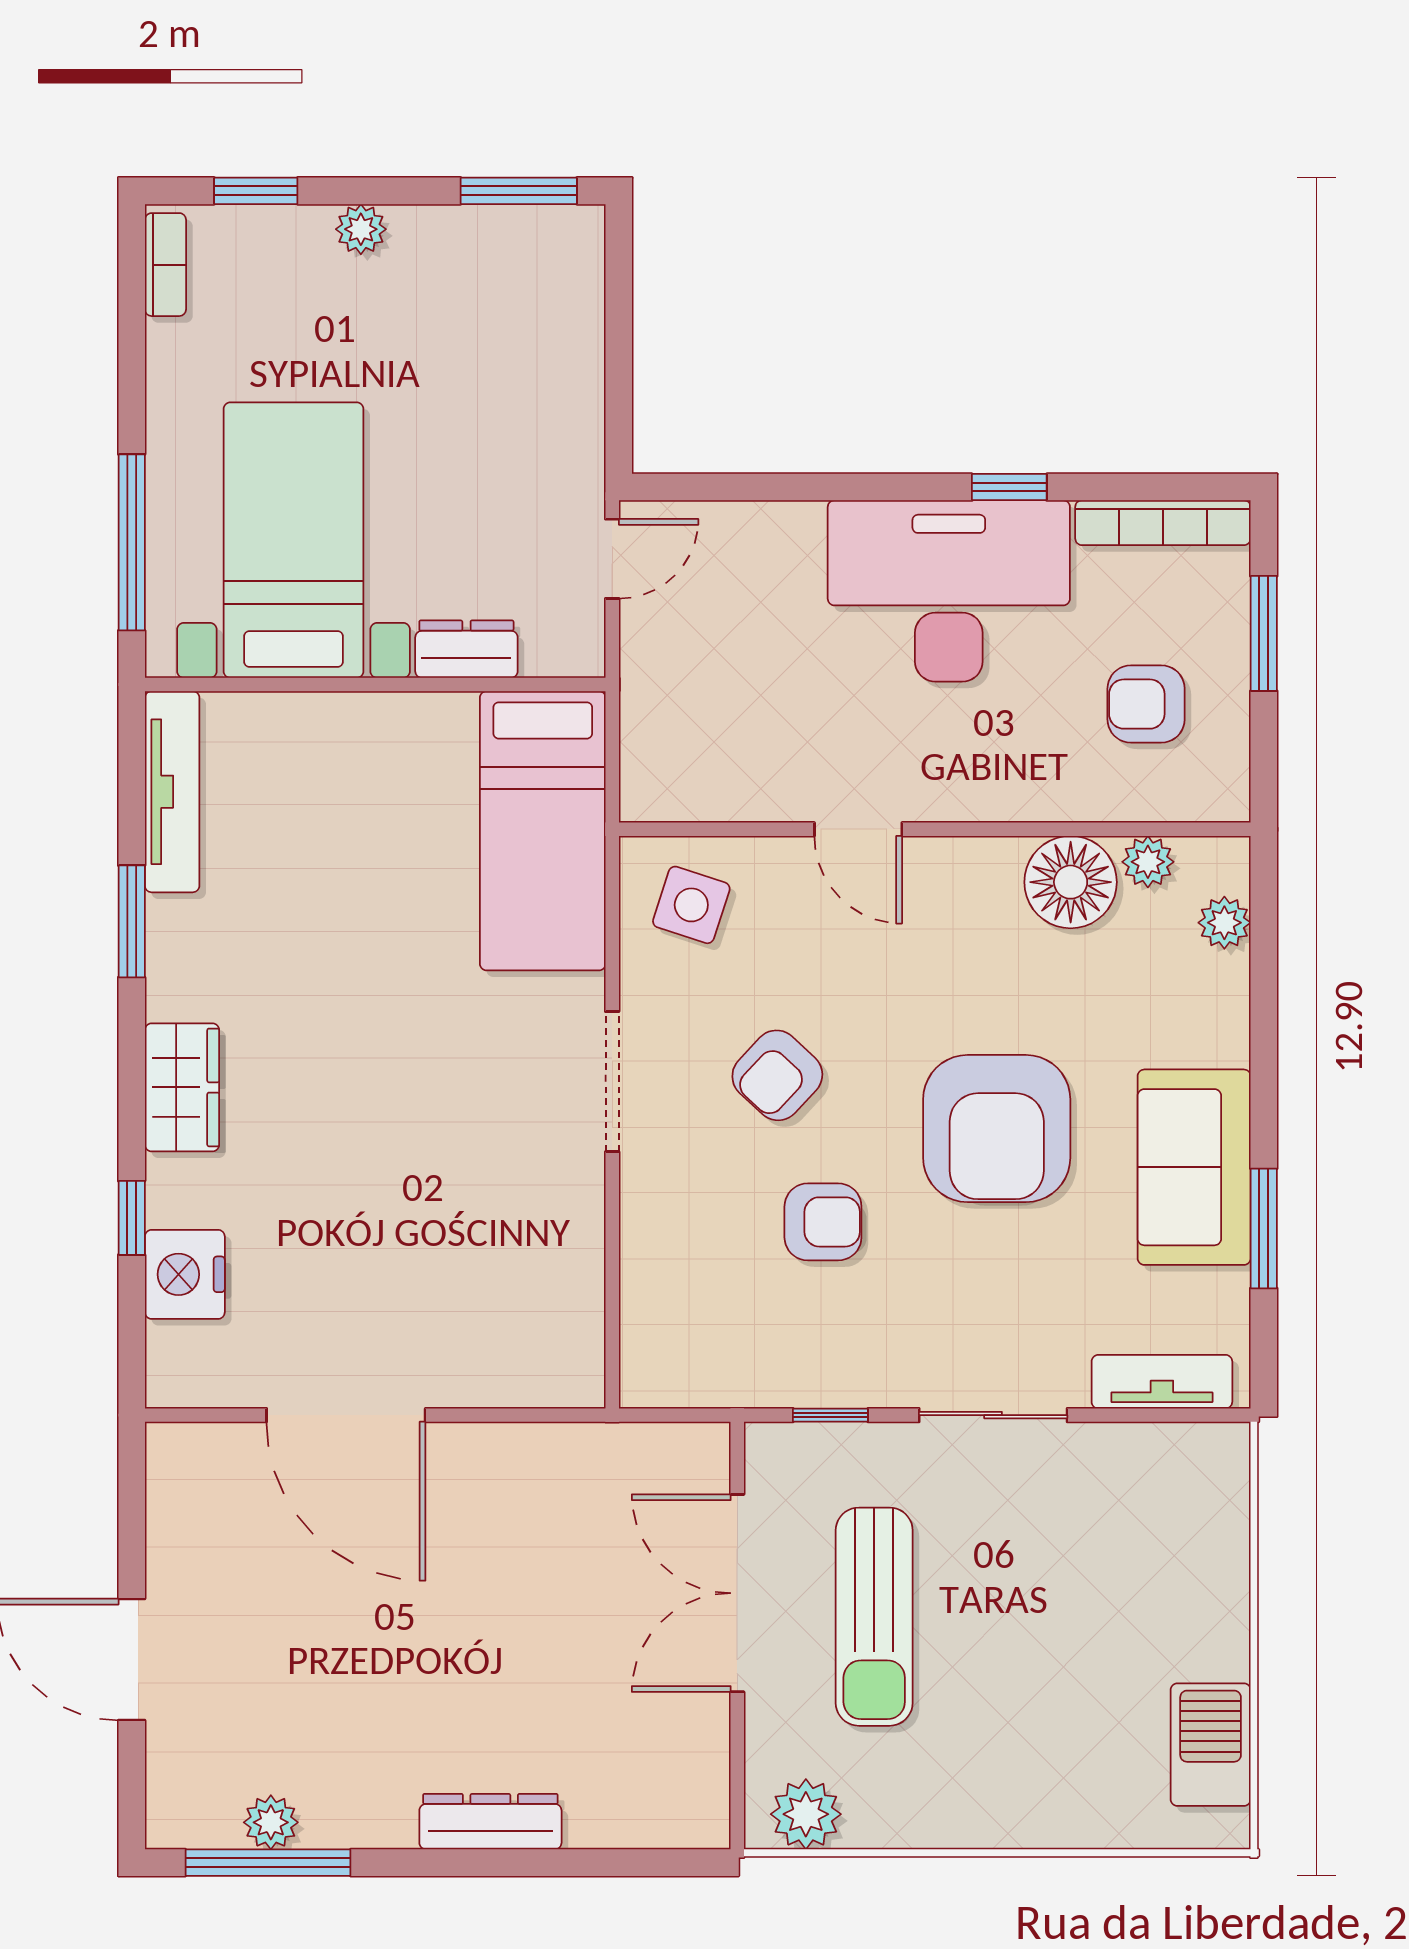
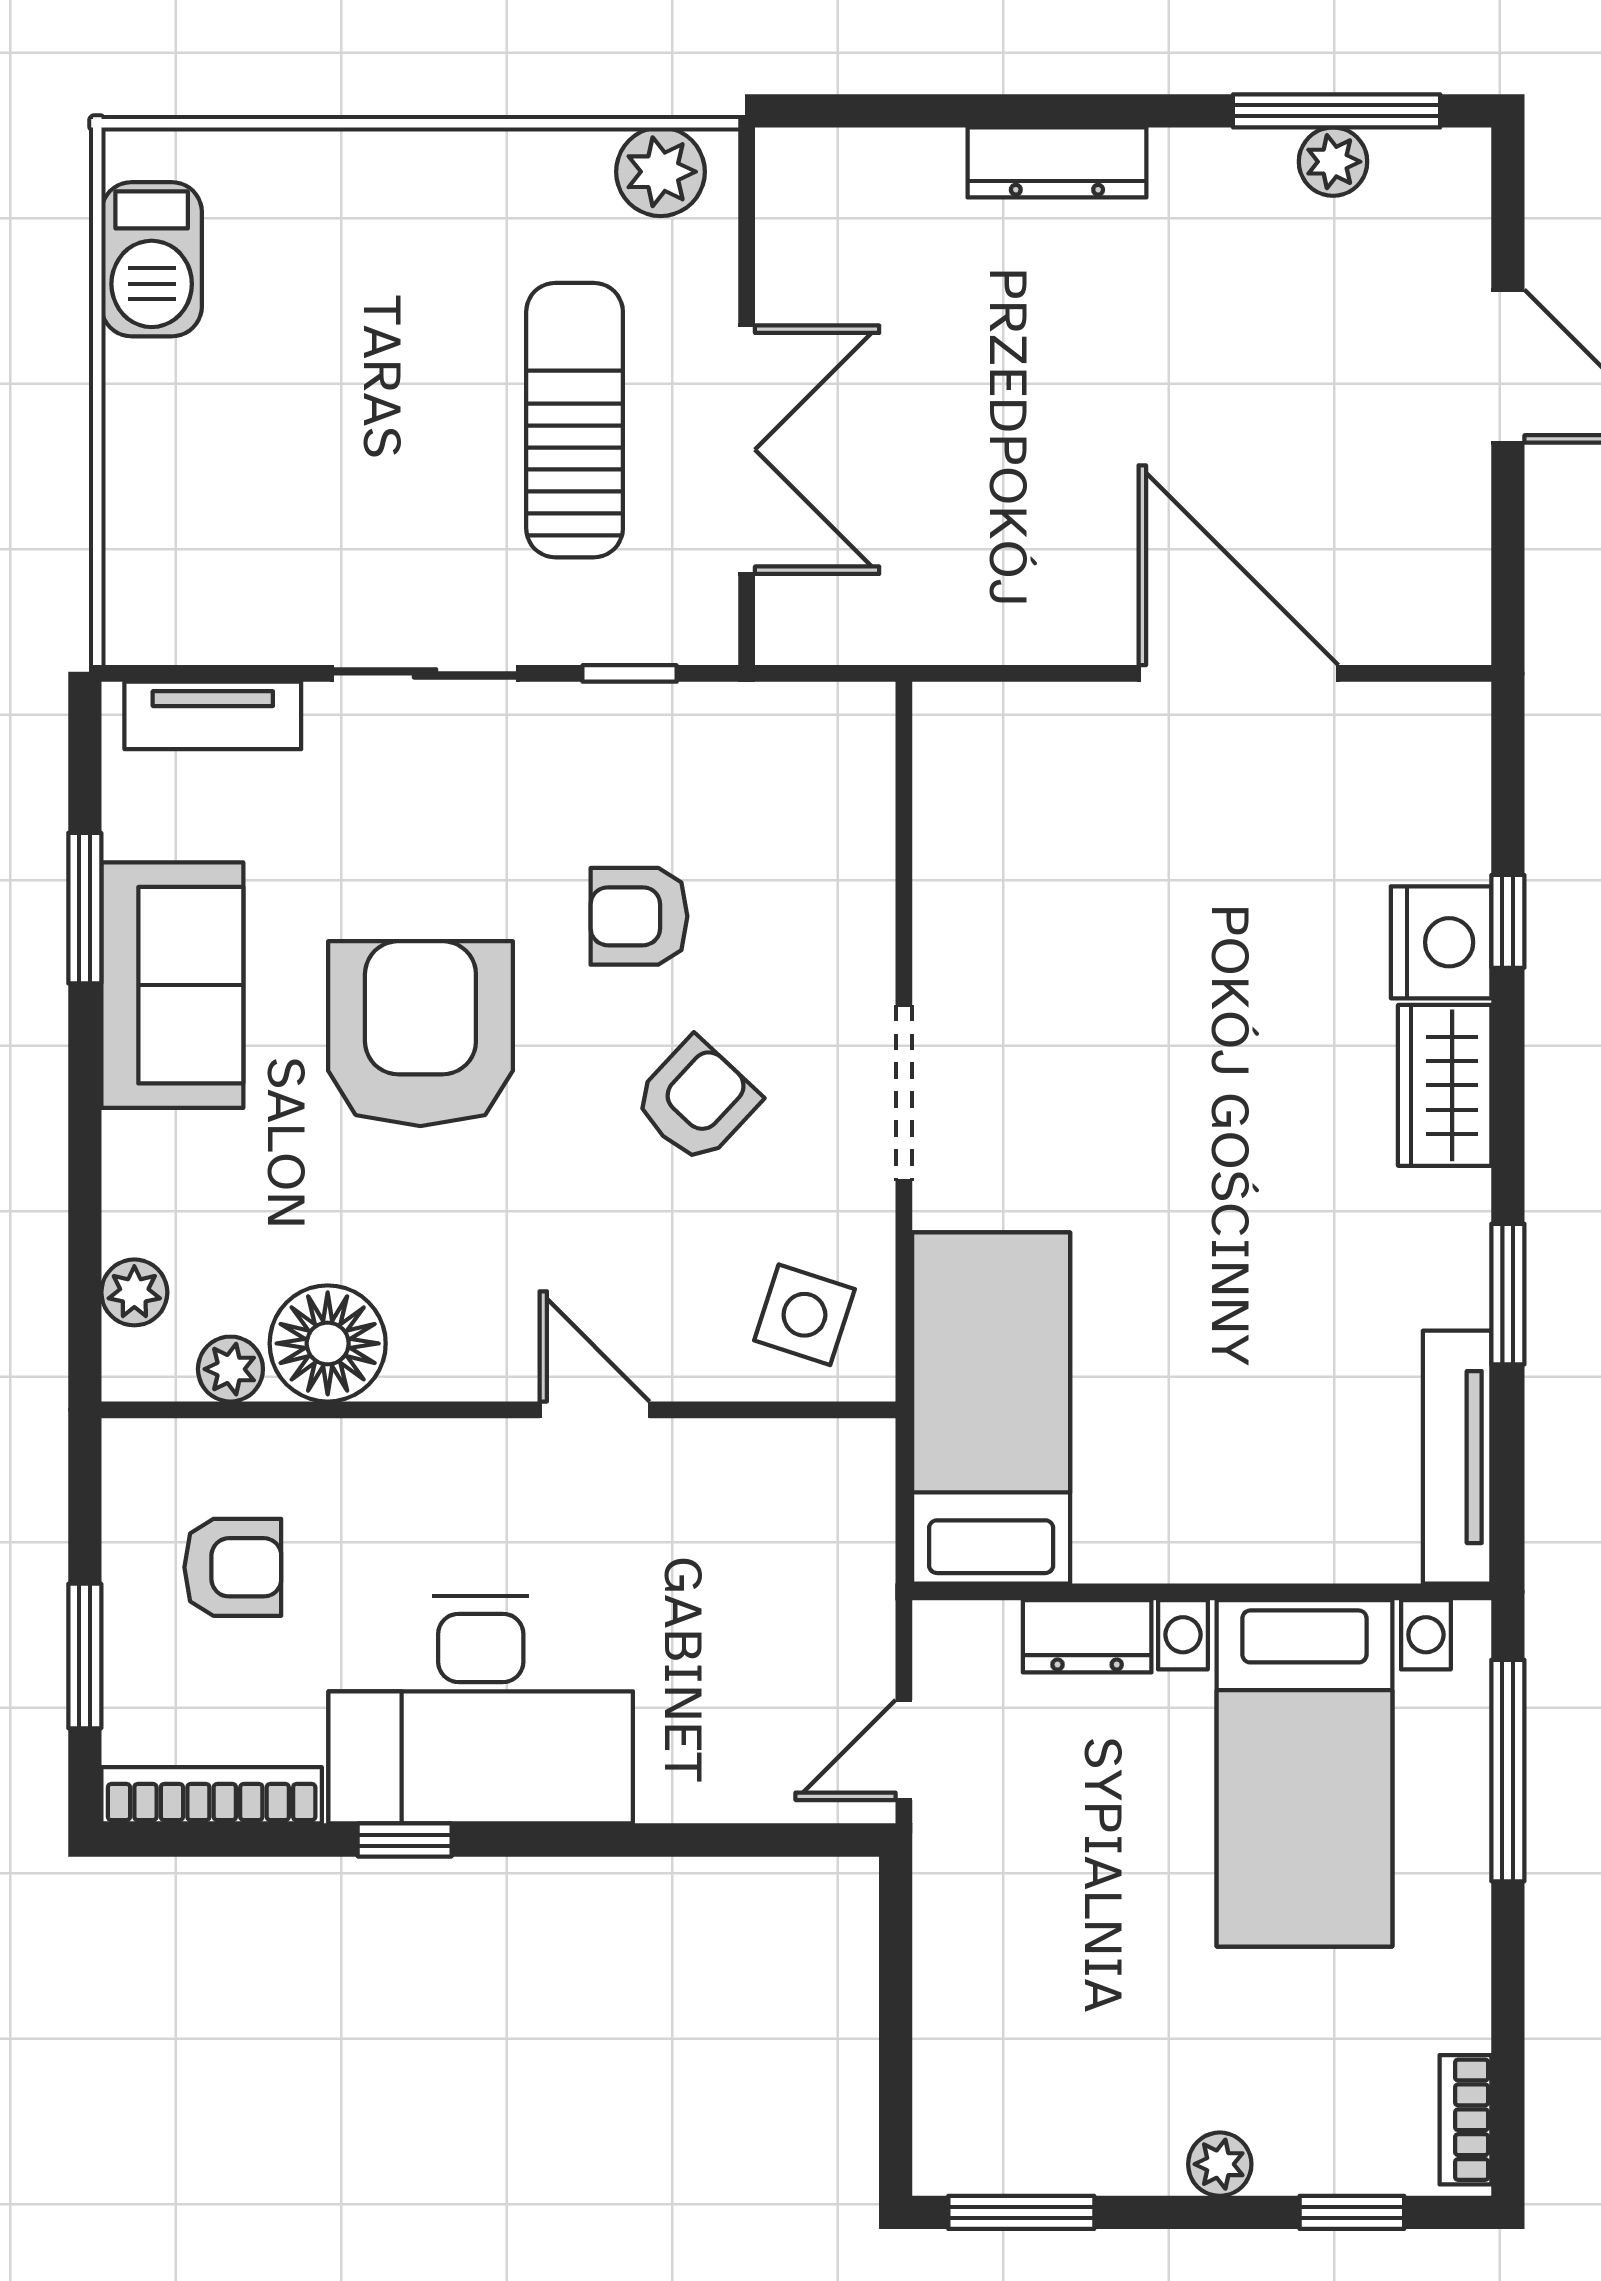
nightstand: (185, 1274) -> (1441, 942), moved

